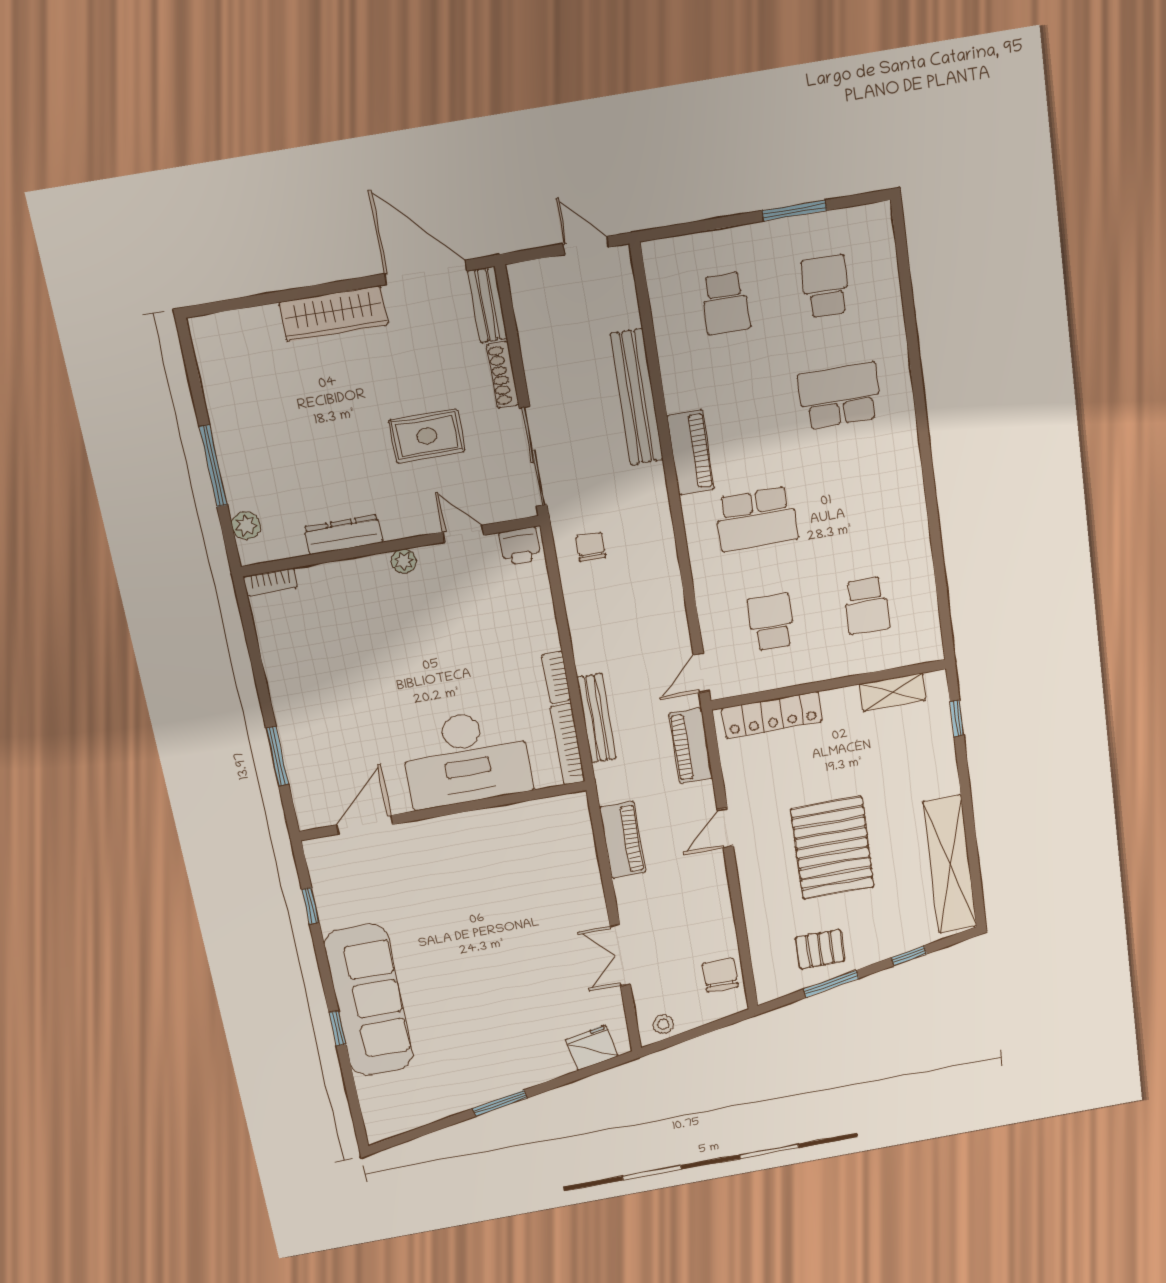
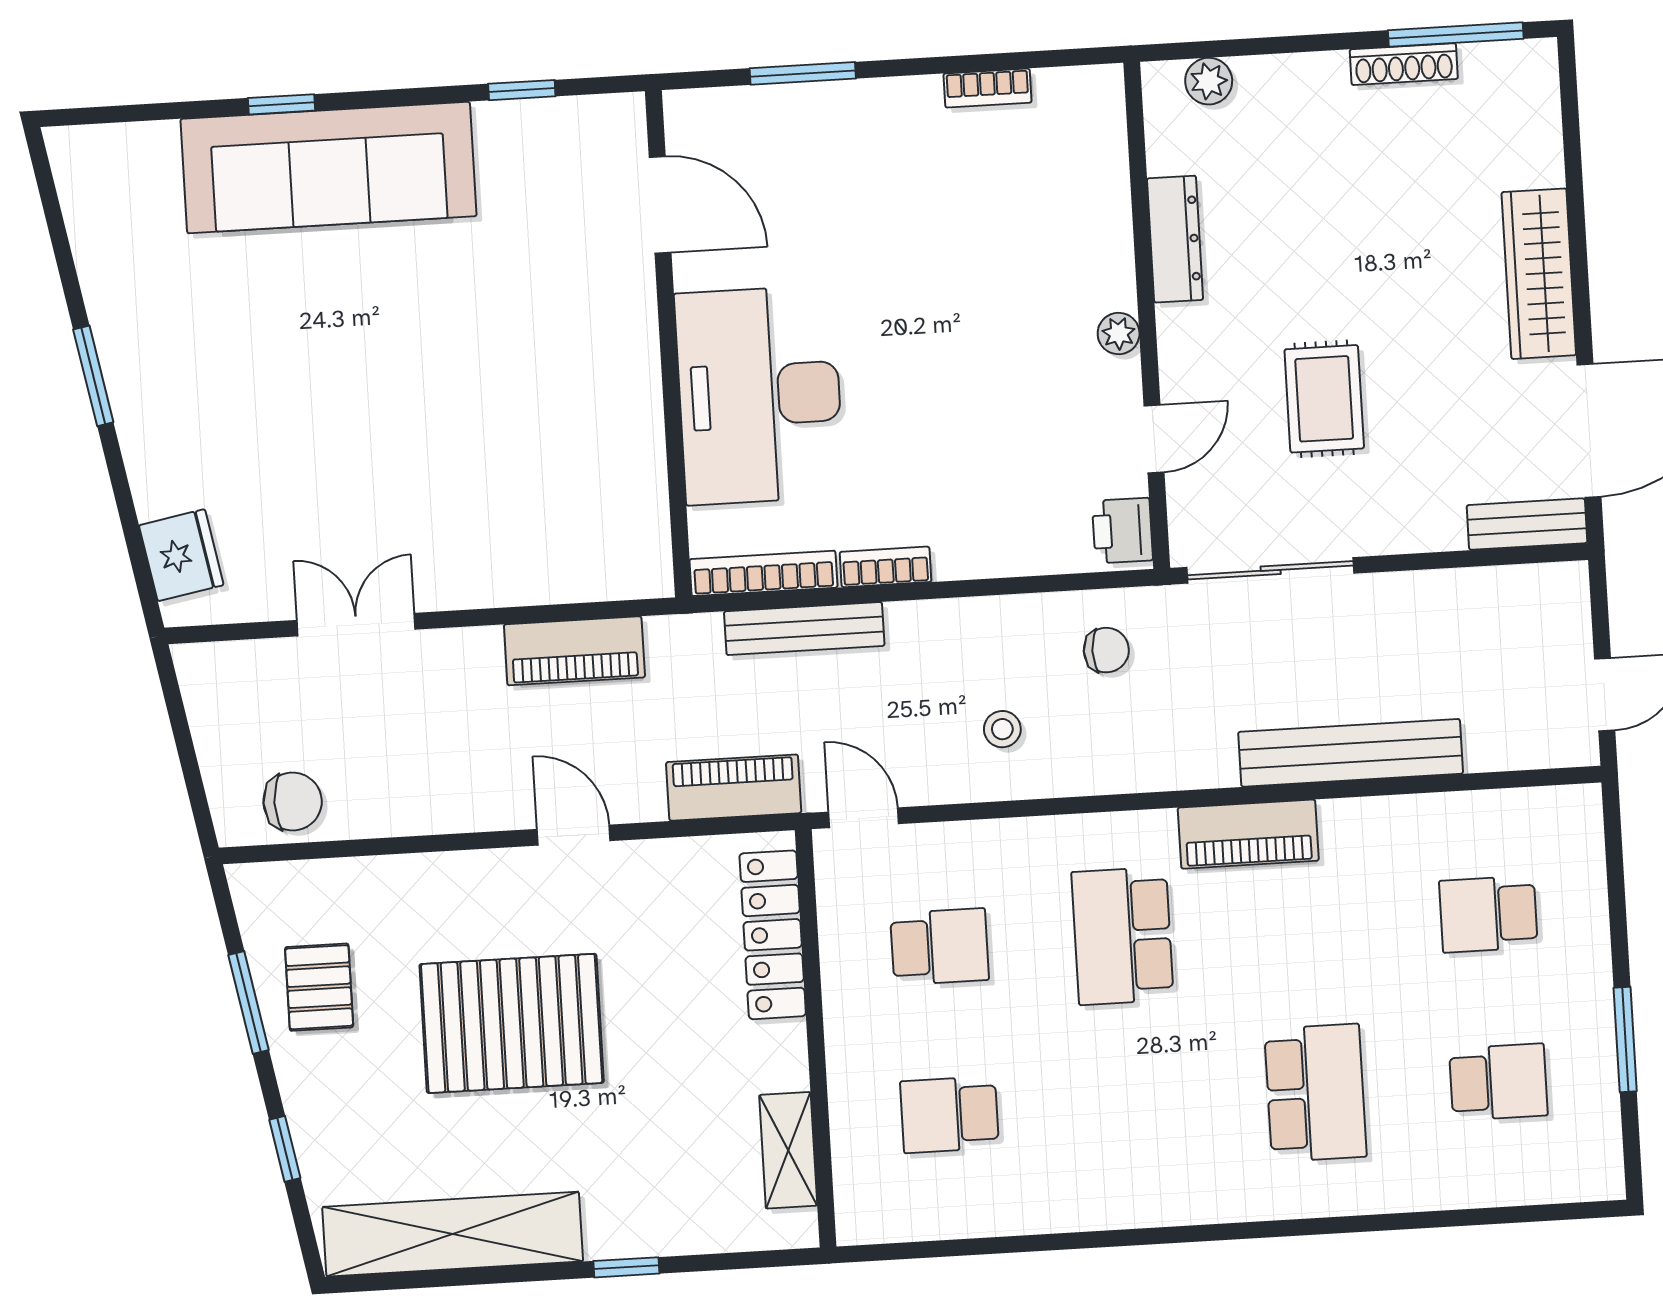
shoe rack: (503, 375) -> (1404, 64), moved, turned 180
window: (213, 466) -> (1456, 35), moved
bookcase: (270, 582) -> (988, 88), moved, turned -90
window: (957, 718) -> (626, 1267), moved
stool: (663, 1024) -> (1002, 729), moved

